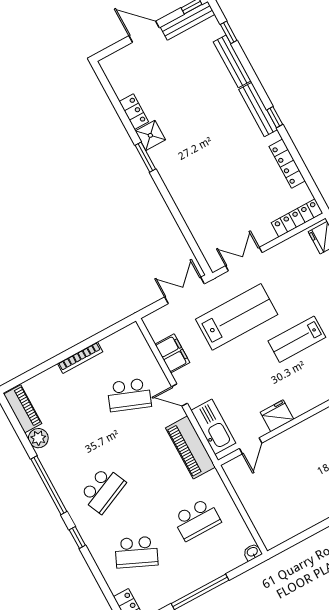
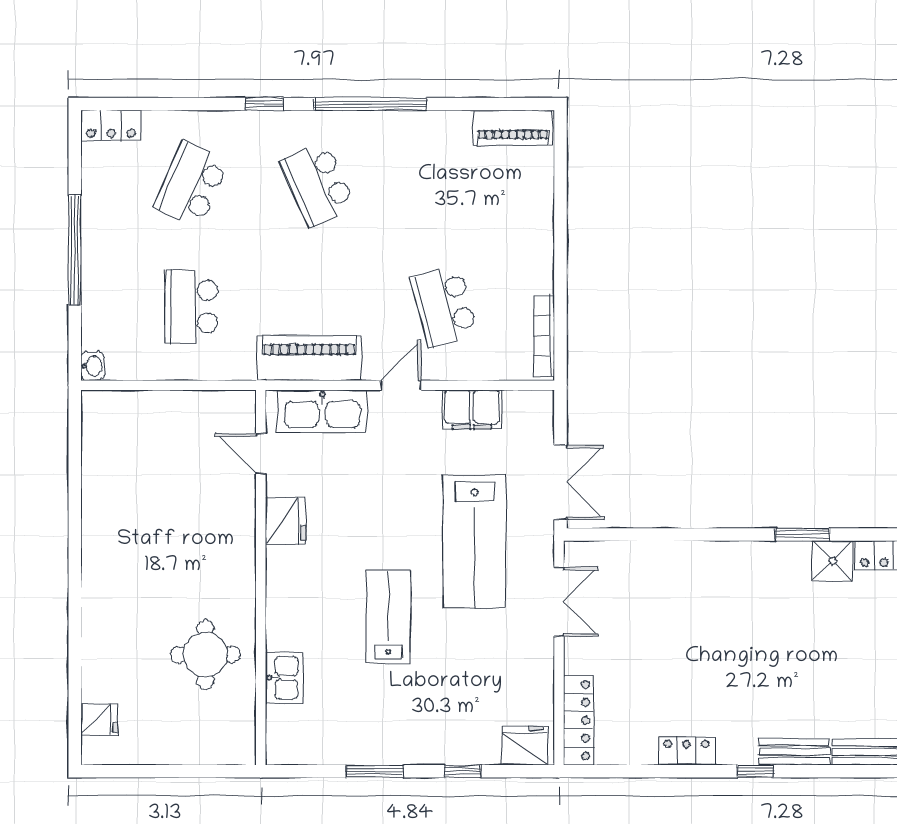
bench: (258, 109) -> (794, 752), width x0.73
locker: (287, 164) -> (686, 751), width x0.66
bookcase: (80, 358) -> (544, 336), moved
school desk: (129, 395) -> (444, 307), turned -36
plant: (38, 438) -> (453, 128), removed

